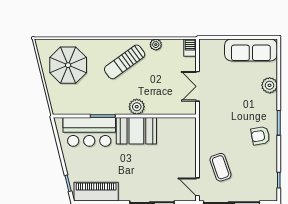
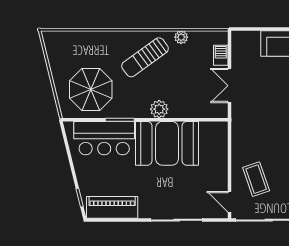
barbecue: (190, 48) -> (221, 55), moved
parasol: (68, 65) -> (91, 90), moved
booth: (136, 131) -> (167, 143), width x1.36, depth x1.42

